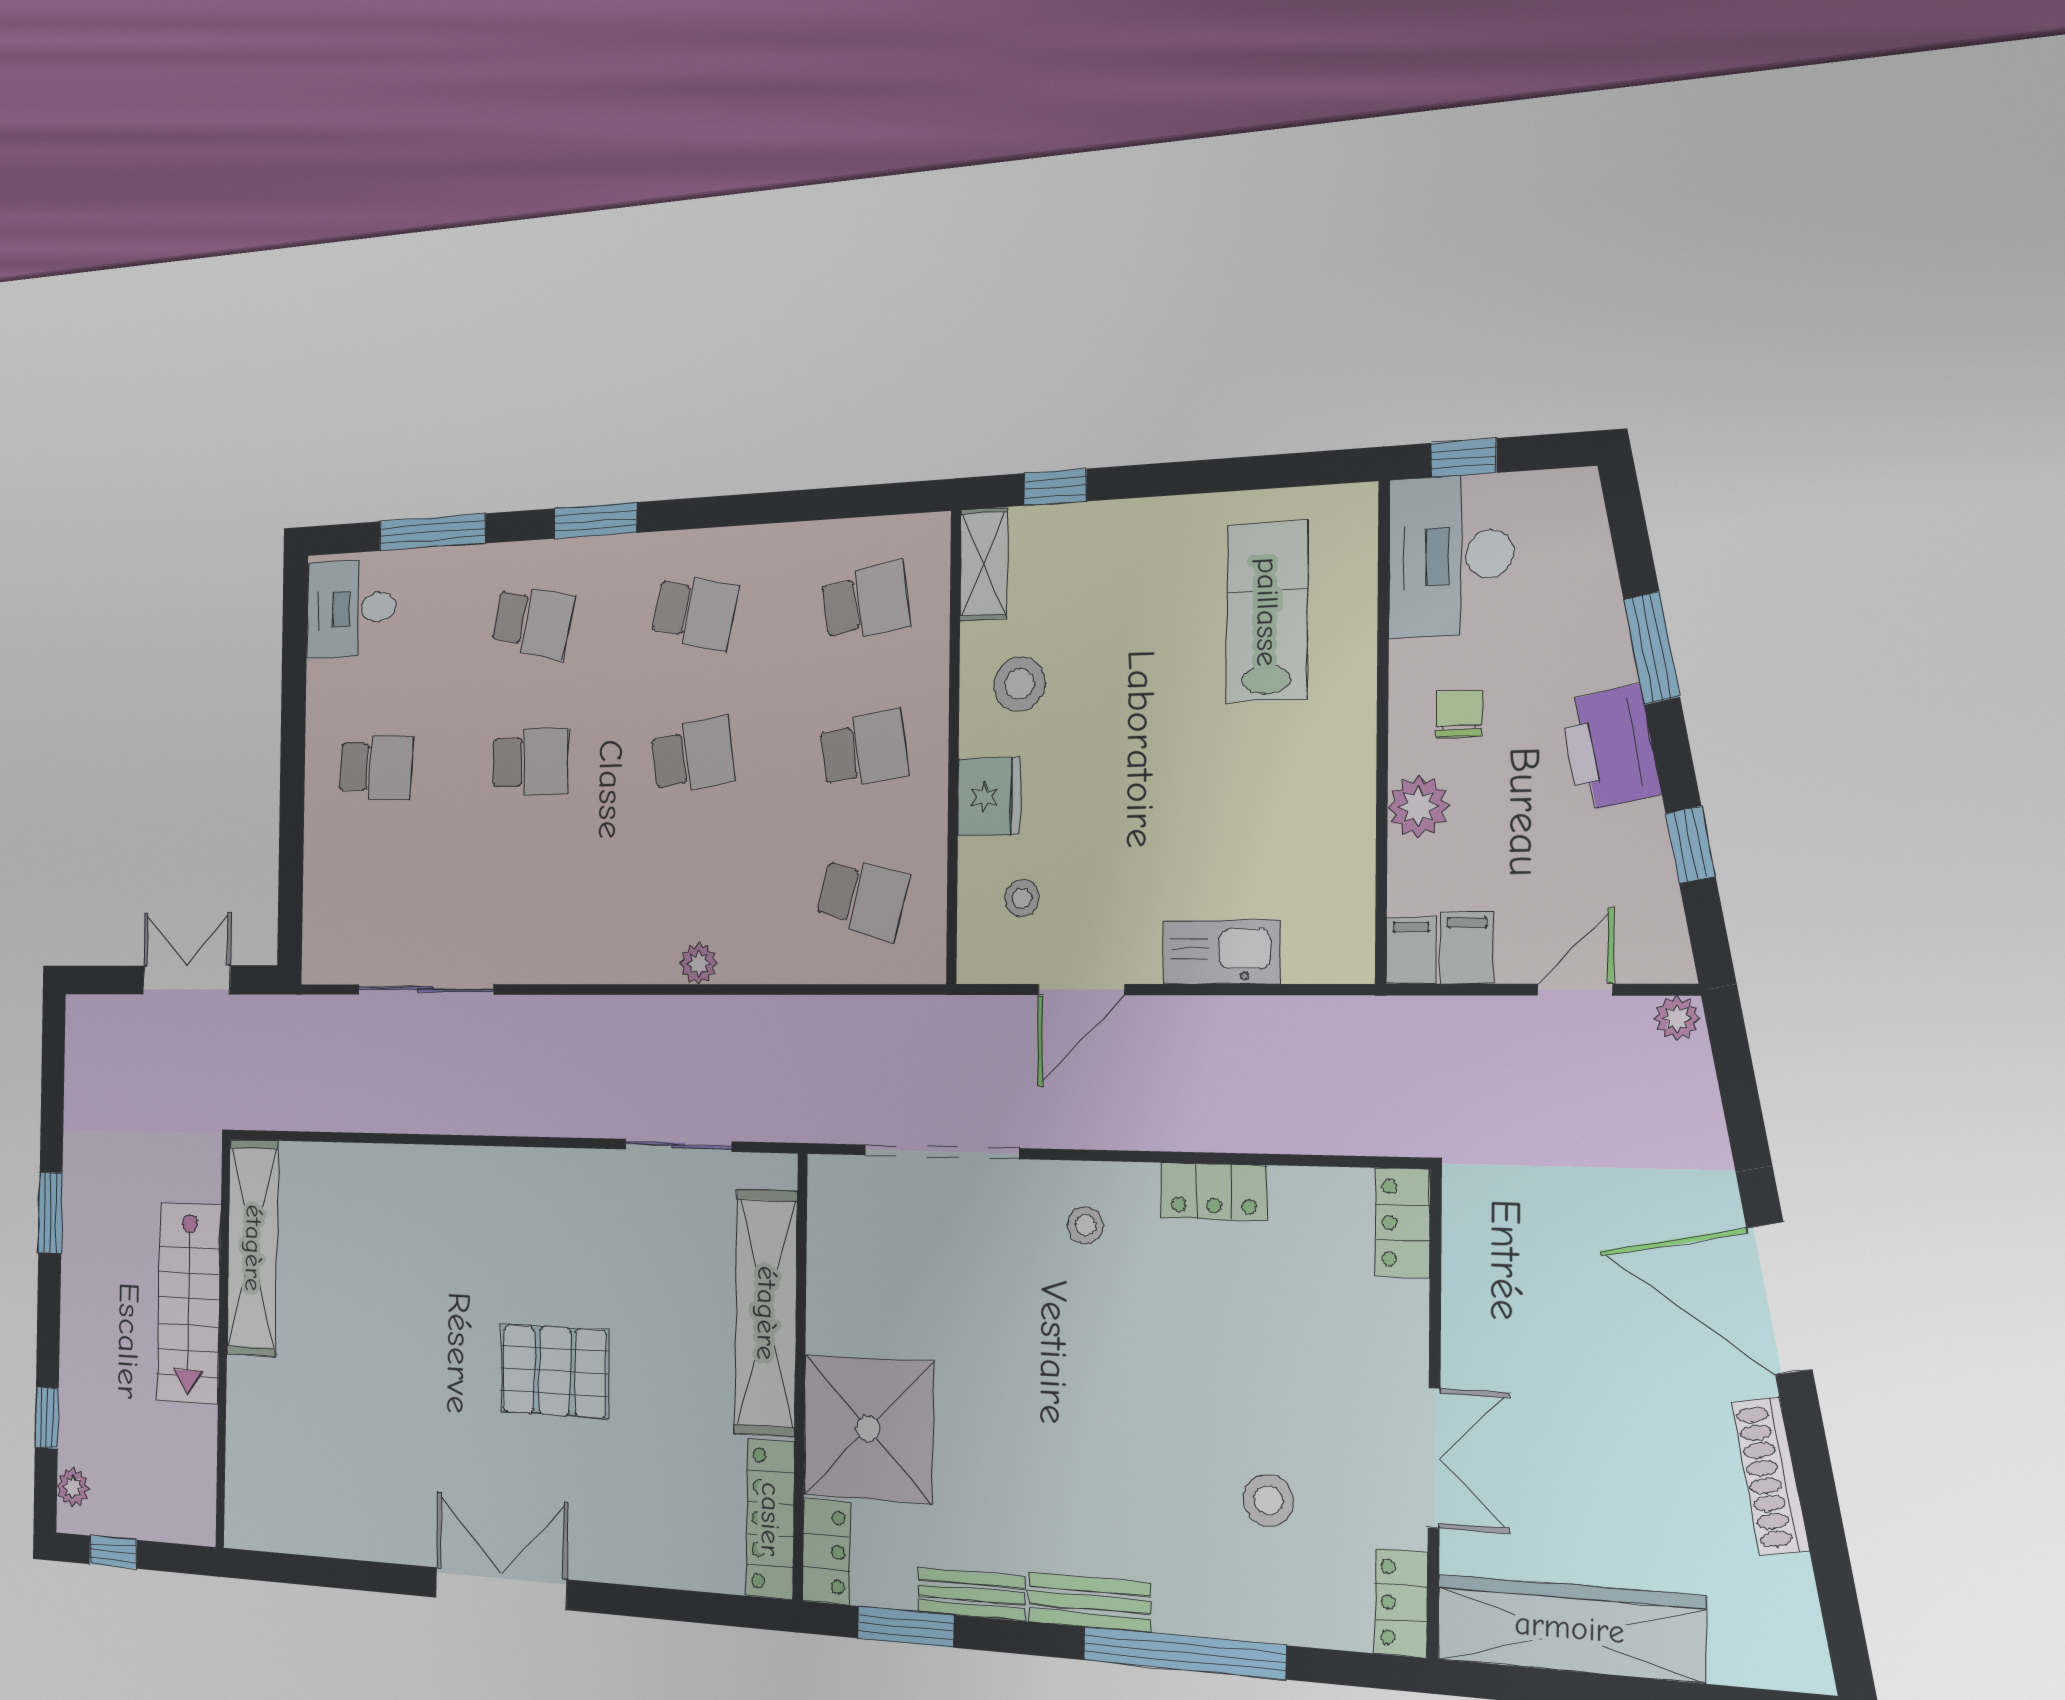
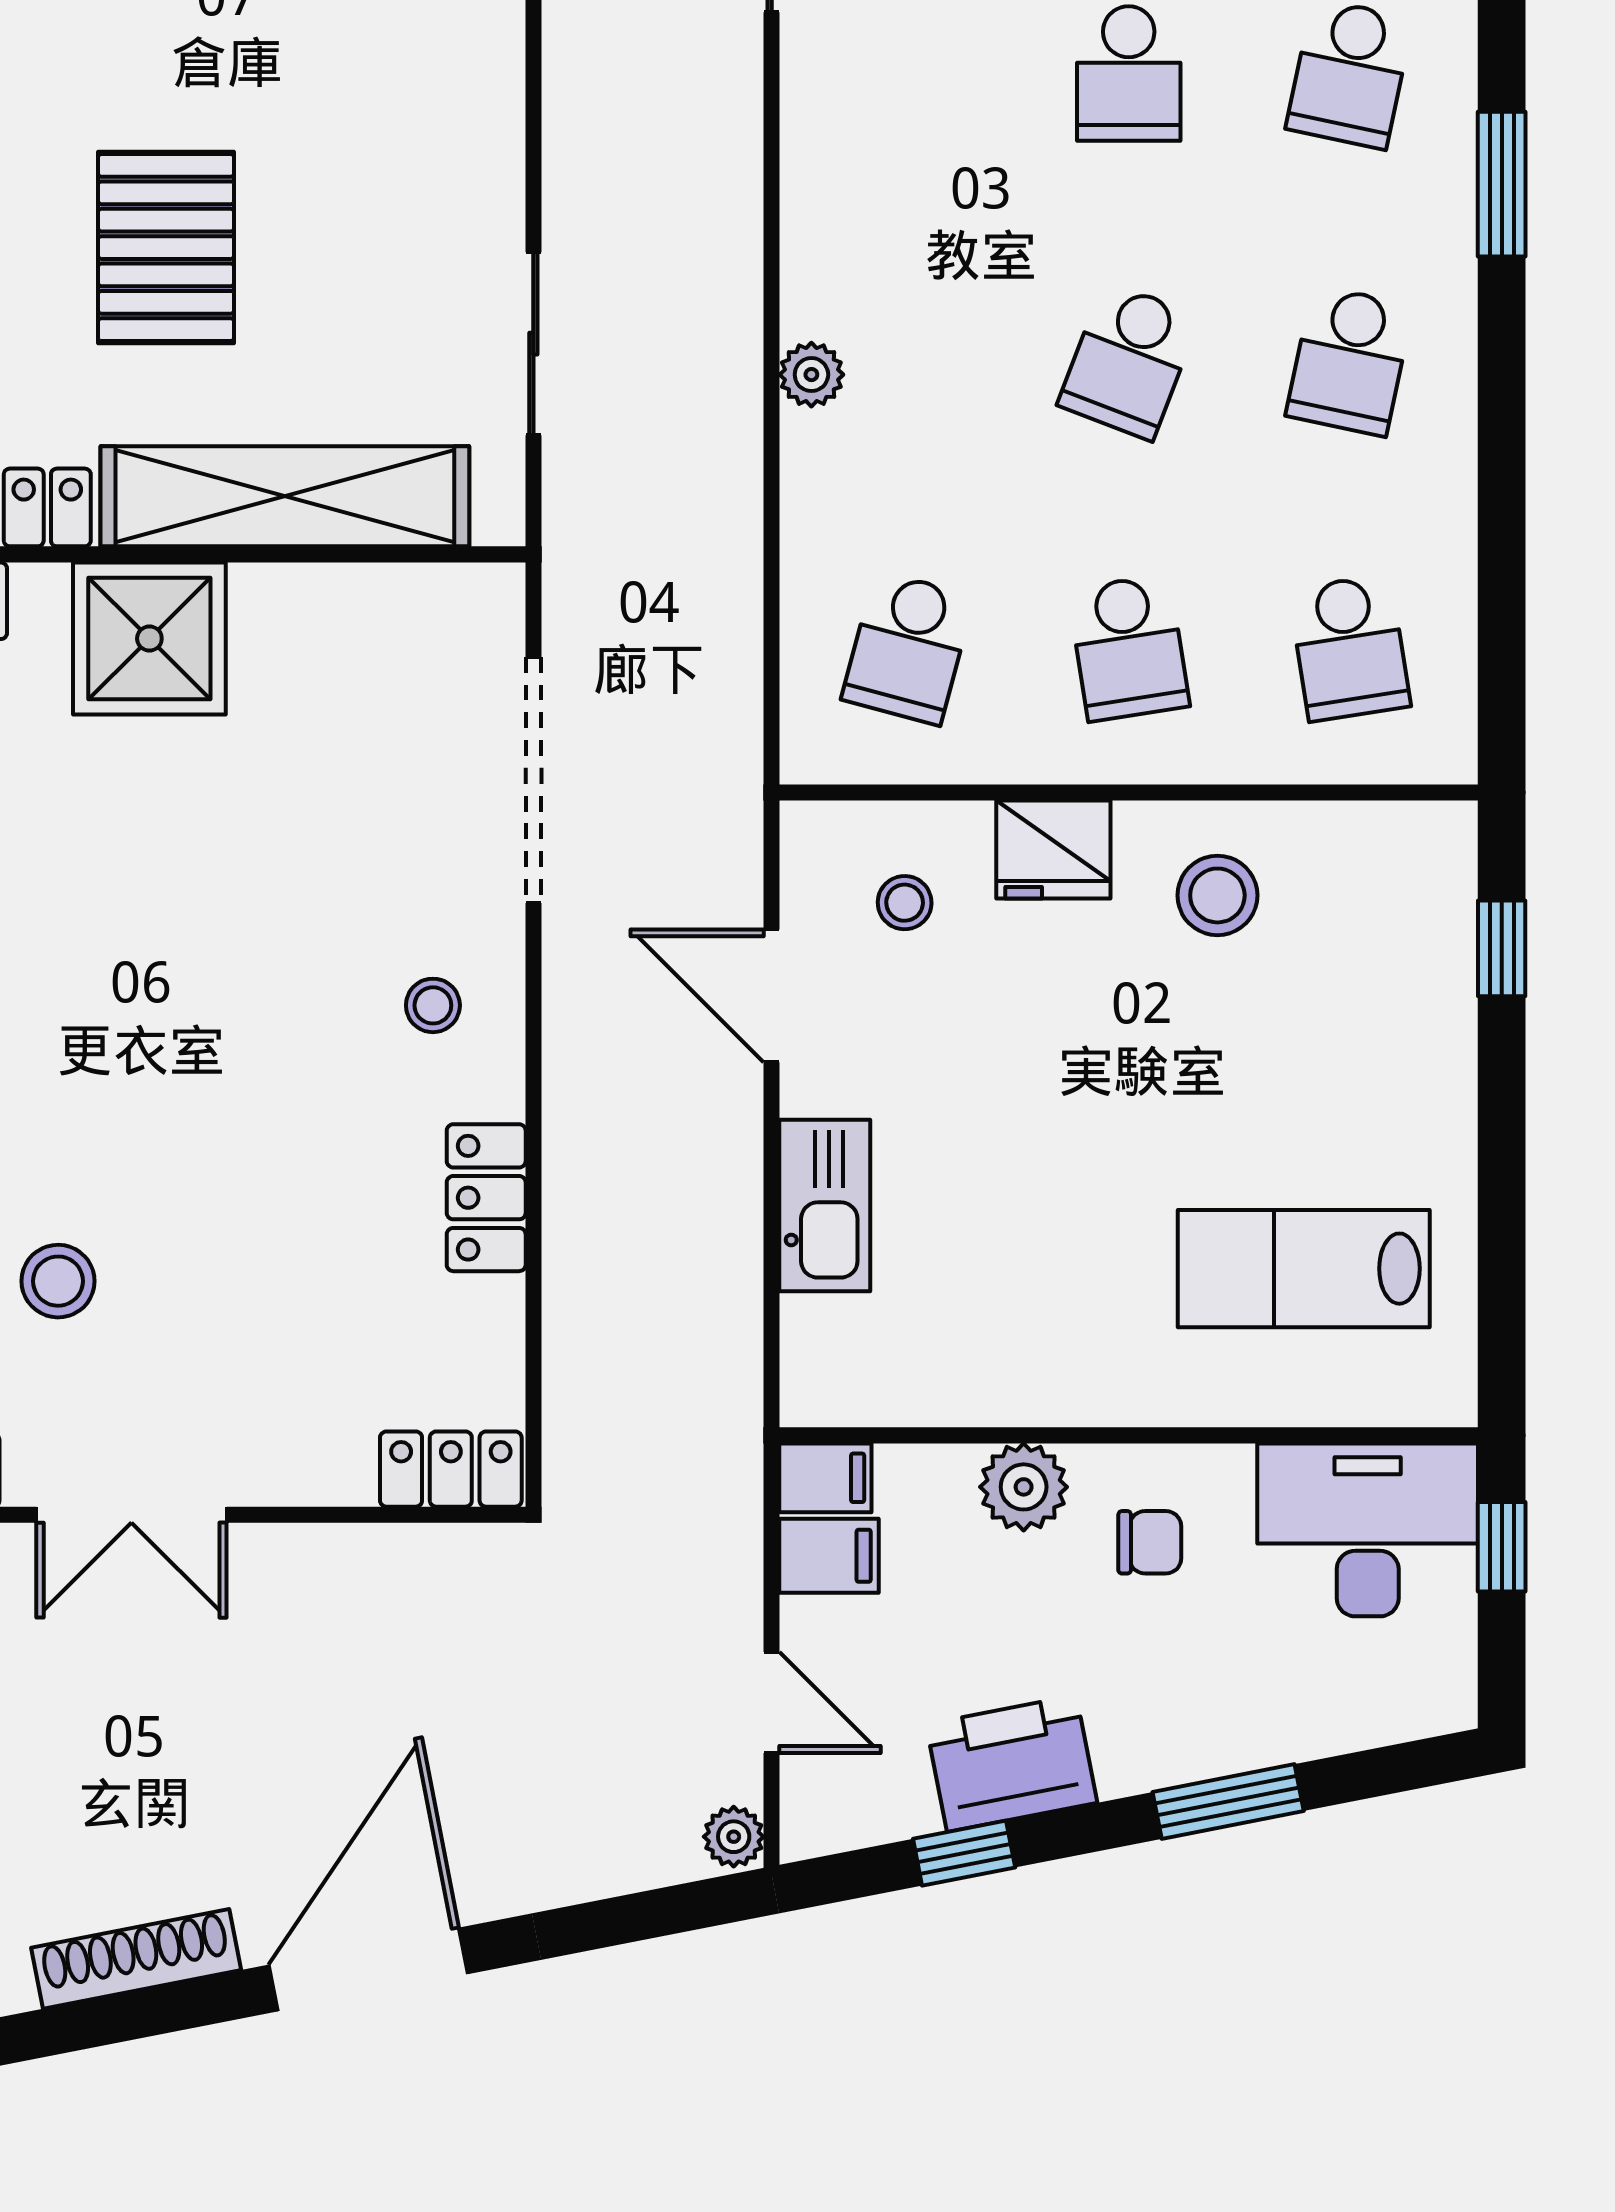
shelving: (984, 564) -> (1396, 837), removed
lab bench: (1267, 612) -> (1304, 1269), turned 180
printer: (1610, 748) -> (1012, 1763), moved
school desk: (693, 756) -> (1129, 361), turned 30
pallet: (555, 1371) -> (166, 248), moved
shower: (868, 1429) -> (149, 639), width x0.73, depth x0.73

